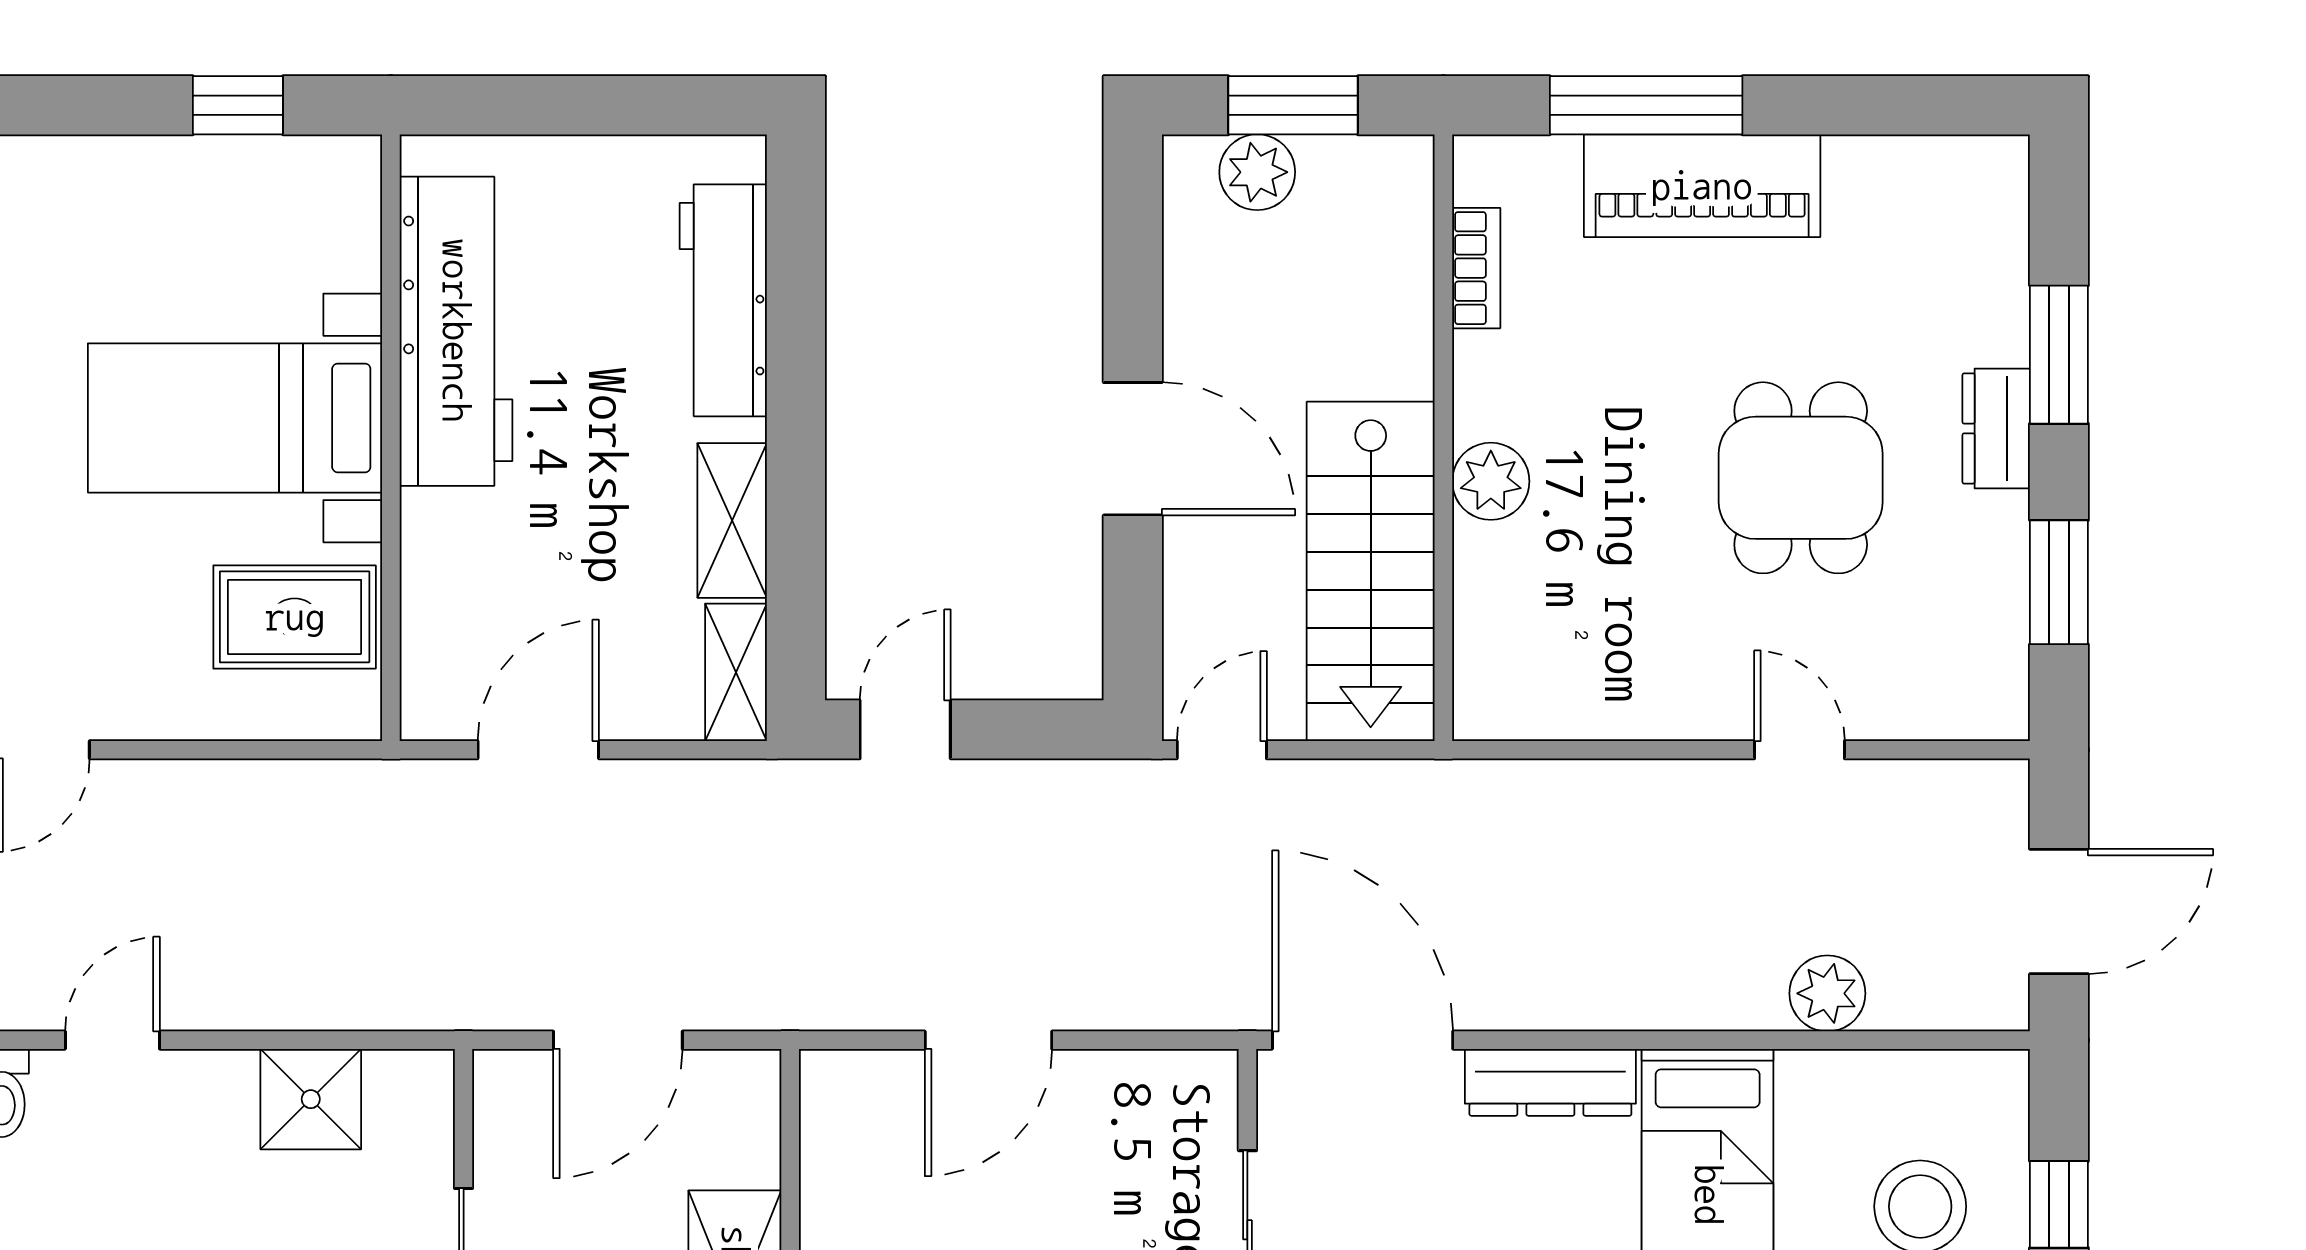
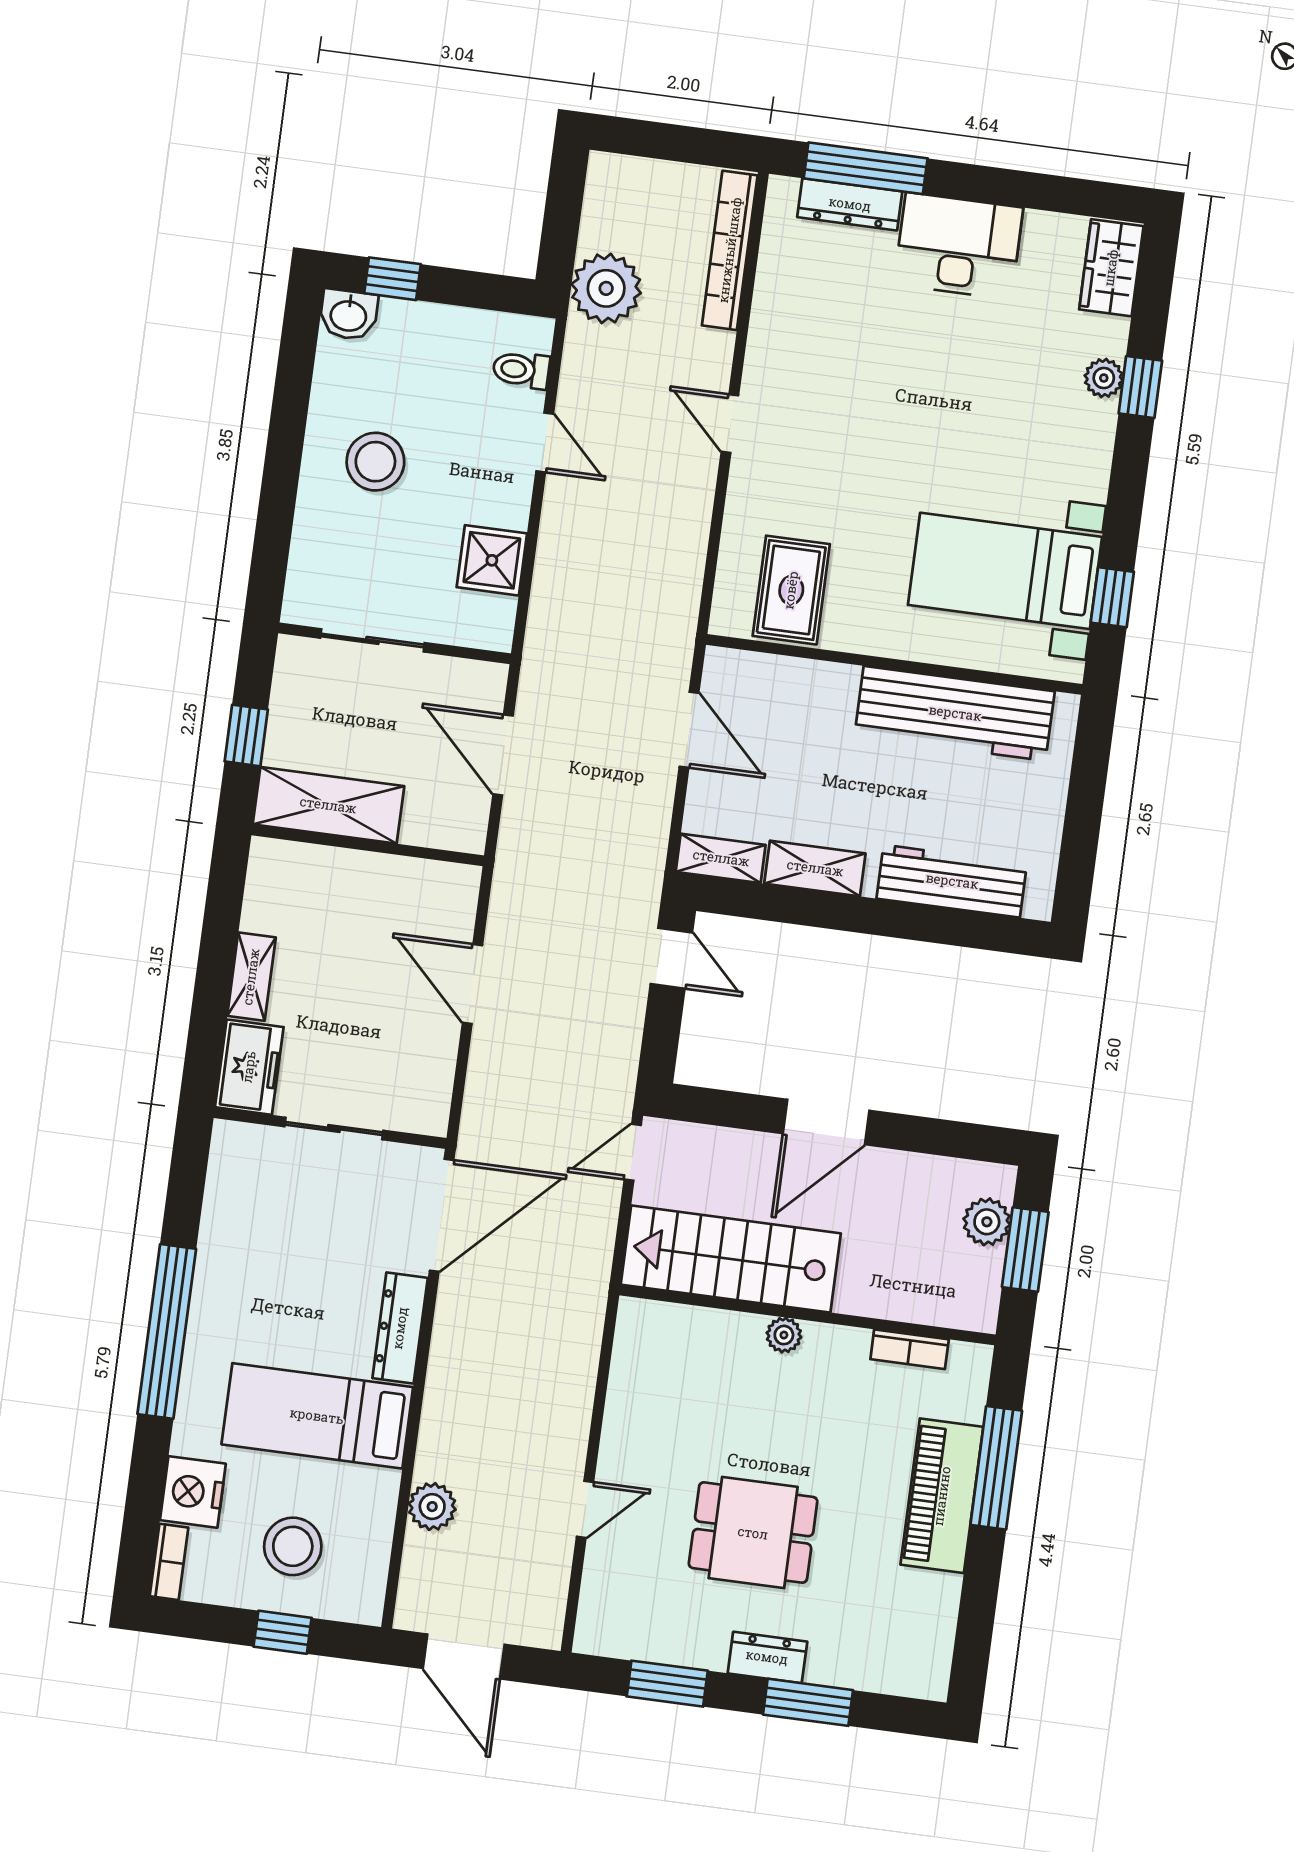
bed with nightstands: (235, 418) -> (1005, 571), moved, turned -90
plant: (1491, 481) -> (784, 1335), width x0.73, depth x0.73
door: (1222, 750) -> (633, 1152), swing flipped

